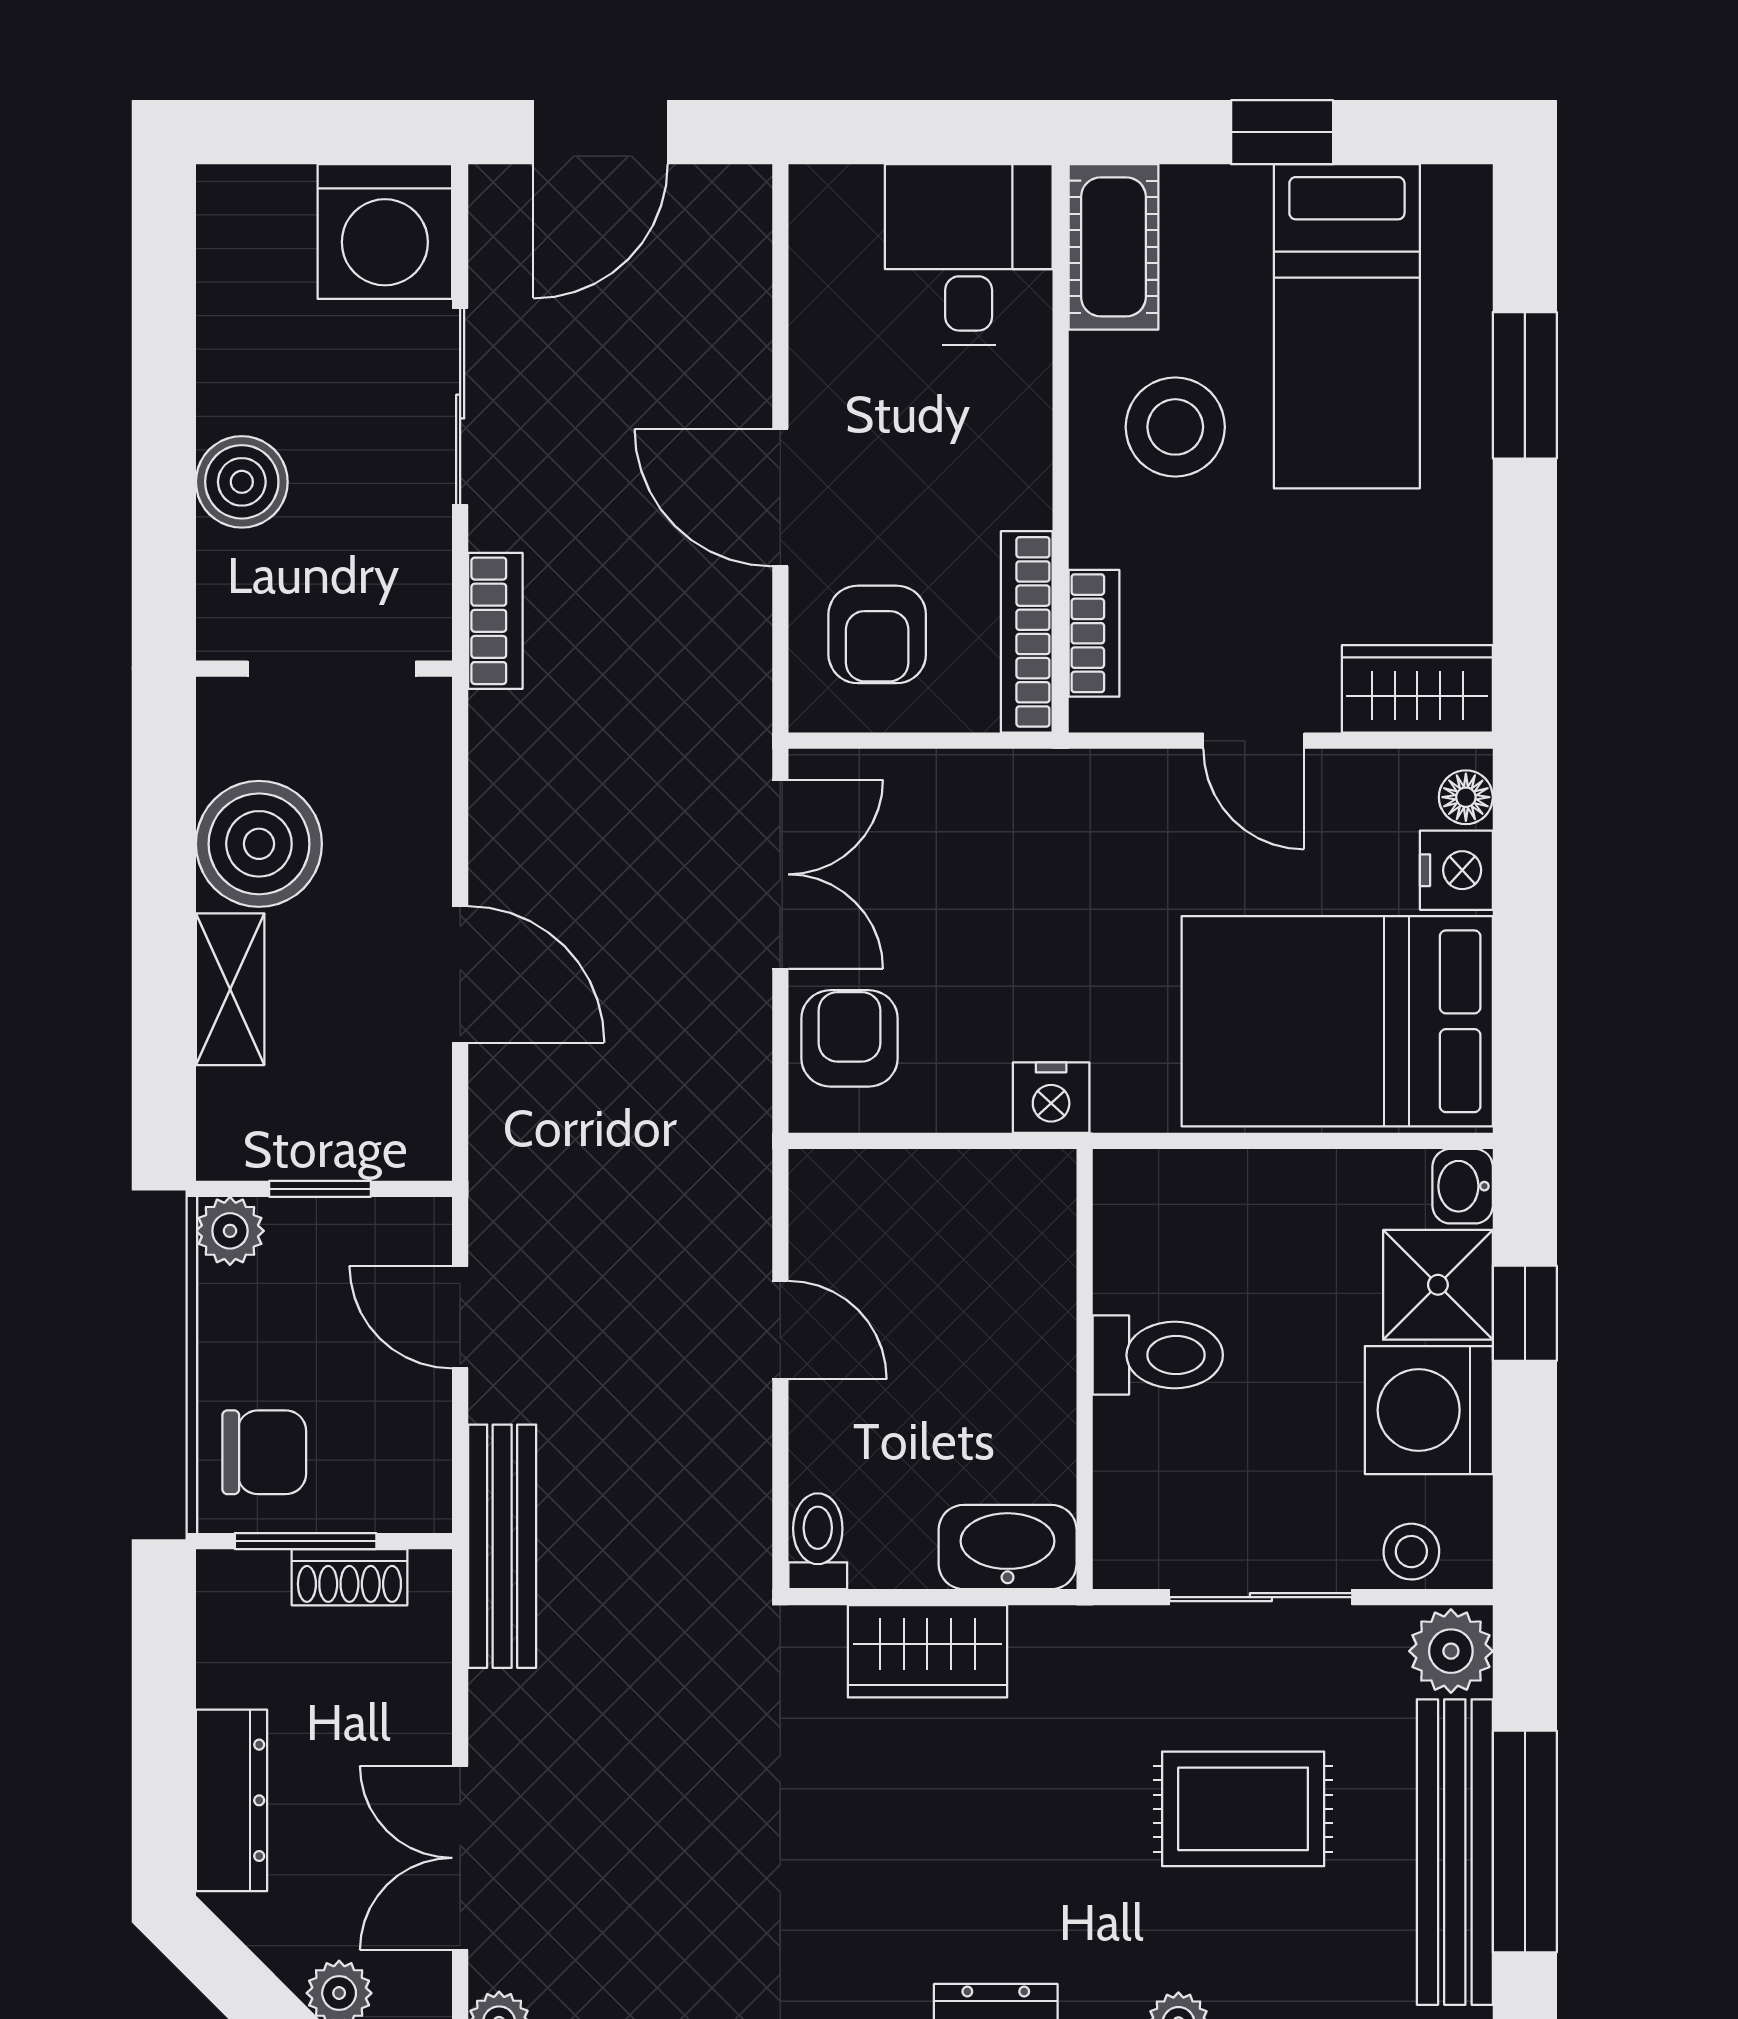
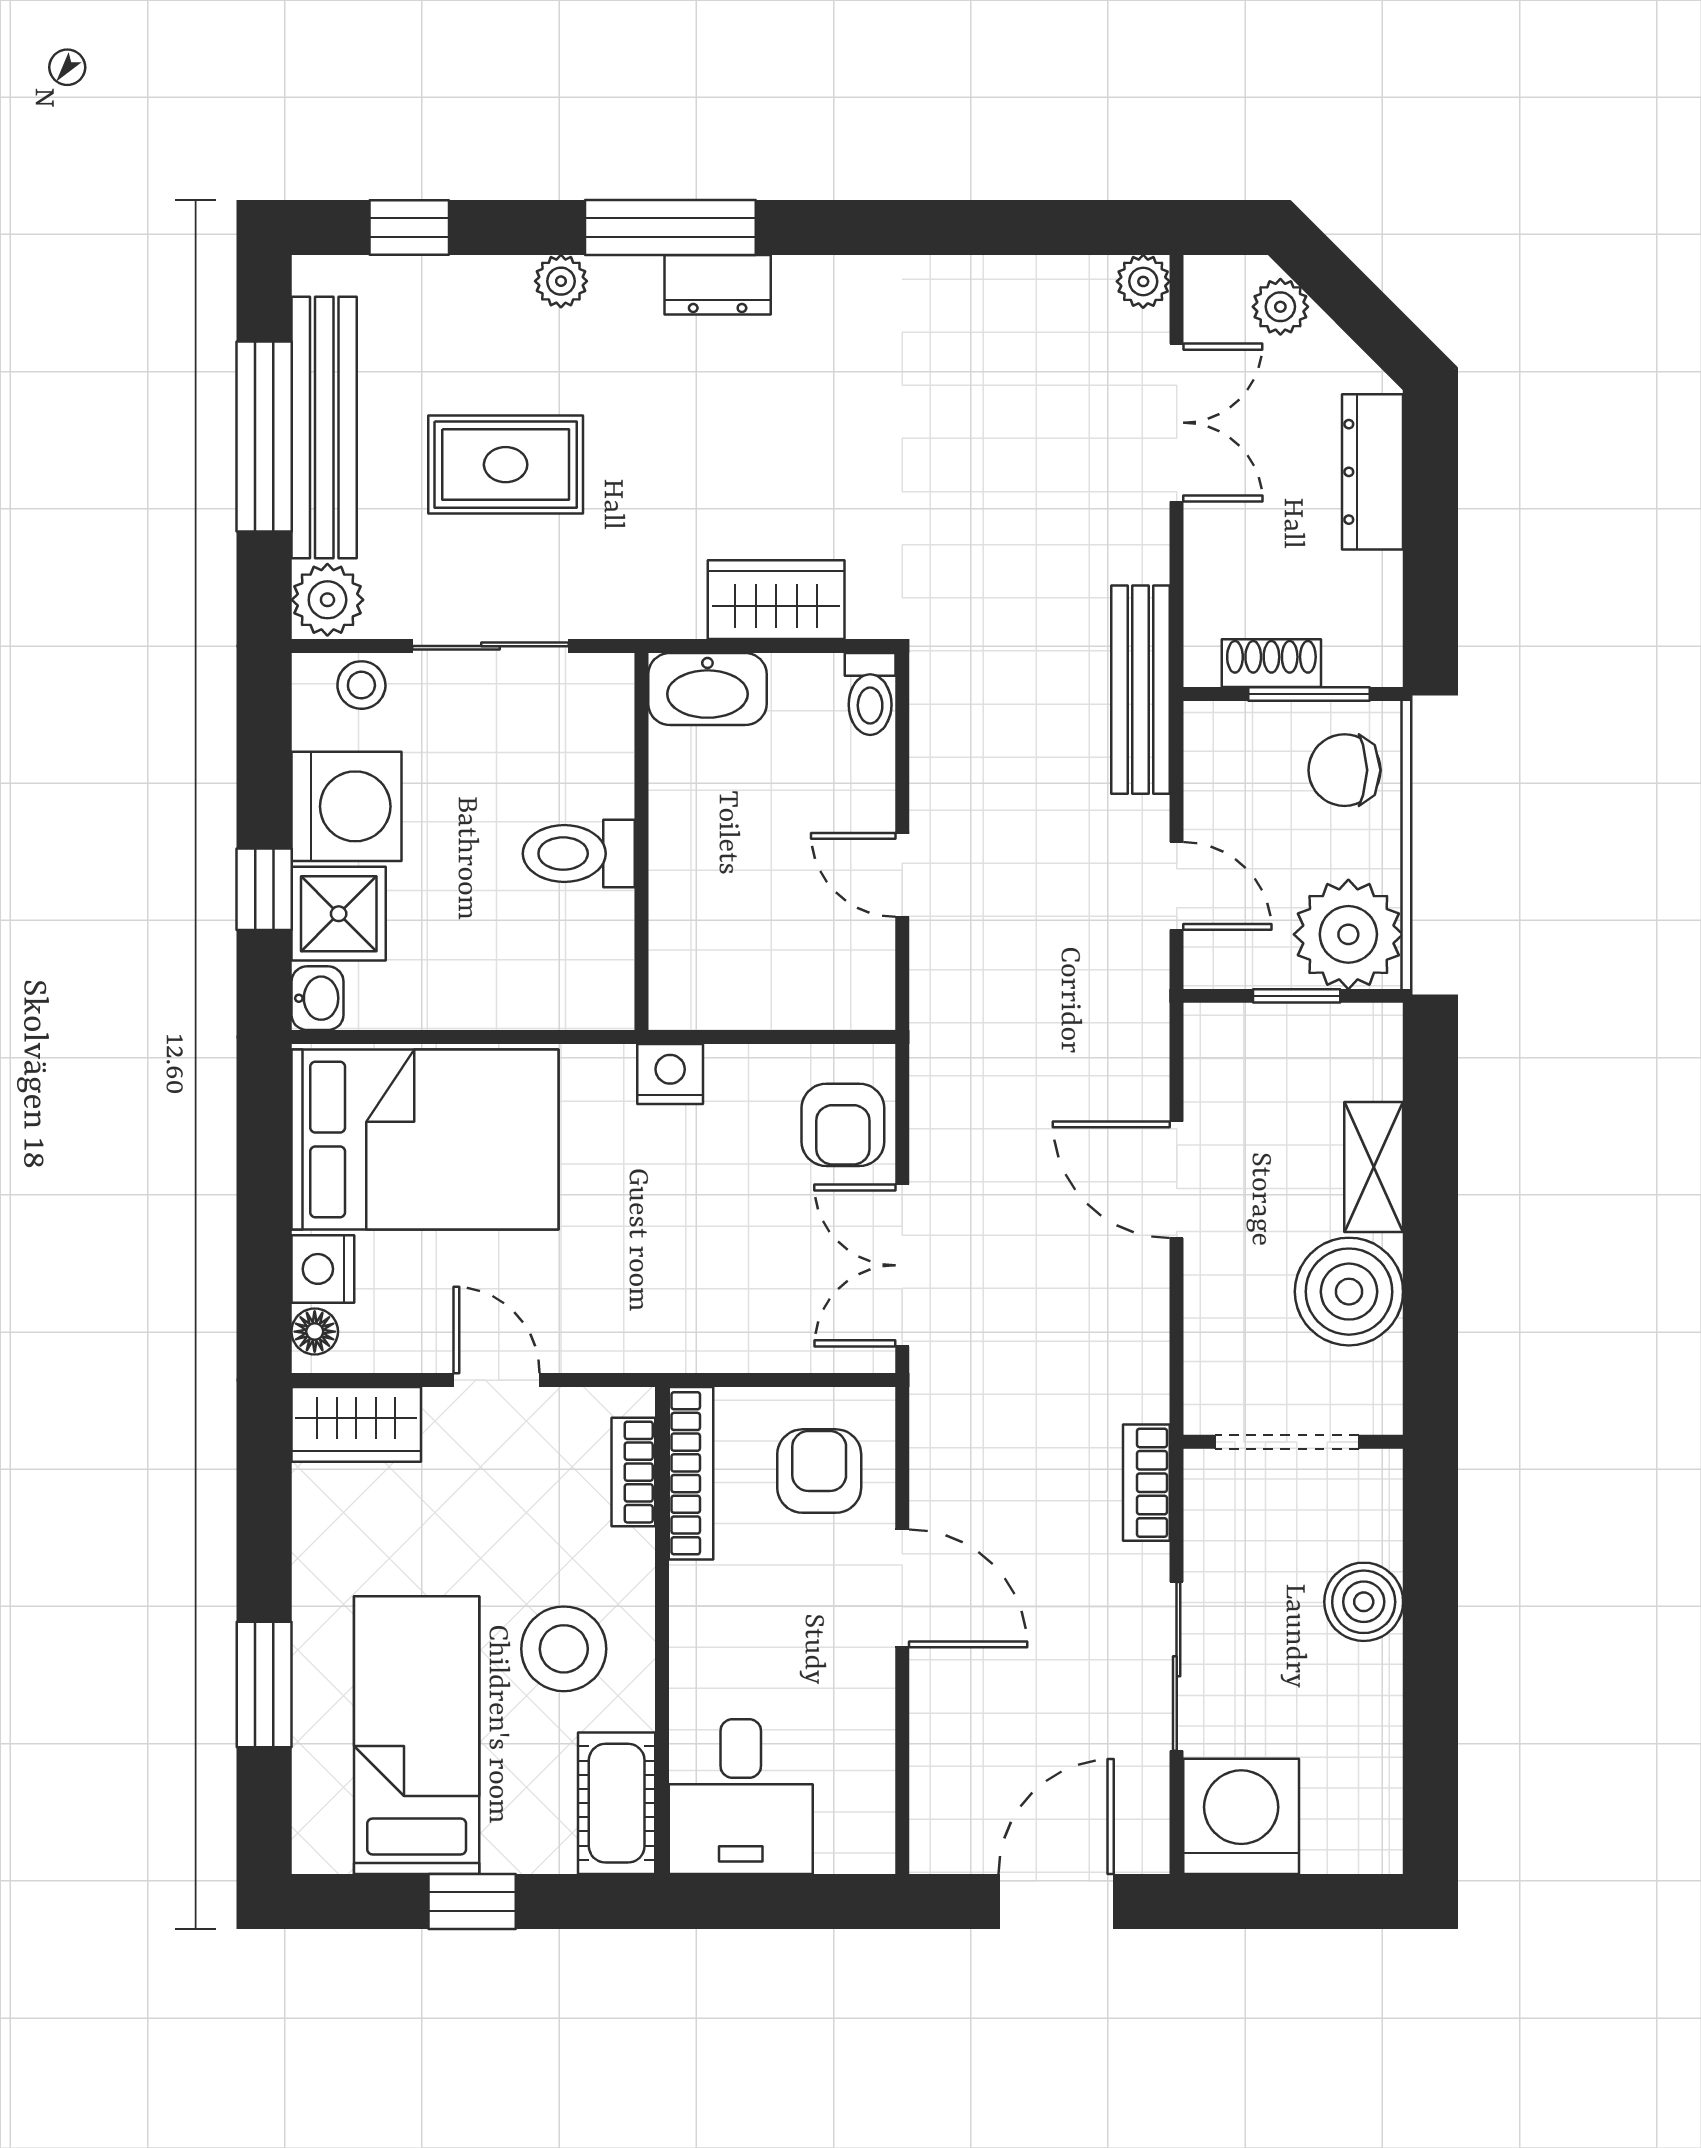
plant: (230, 1231) -> (1348, 934), width x1.87, depth x1.87

